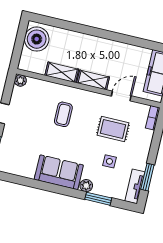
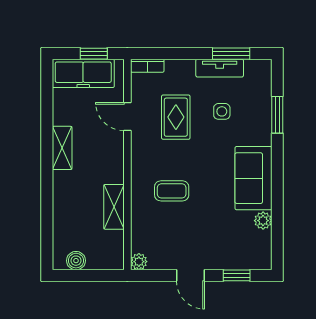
boiler: (37, 39) -> (76, 261), width x0.54, depth x0.54
shelving: (93, 80) -> (62, 148), moved
plant: (86, 186) -> (263, 221), moved
tv unit: (135, 186) -> (220, 68), moved

